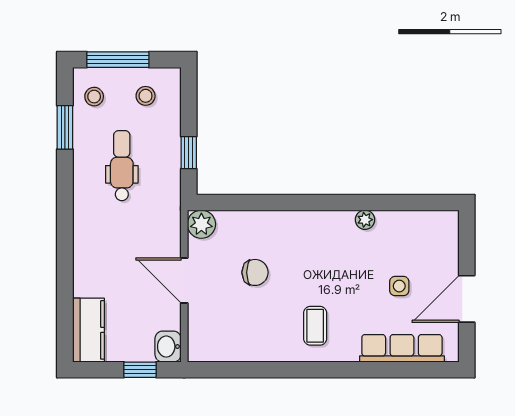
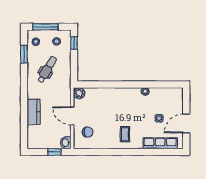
window: (189, 153) -> (74, 43), moved
dental chair: (122, 166) -> (47, 70), turned 30
chair: (255, 272) -> (88, 132), moved
kitchen counter: (88, 330) -> (34, 112), moved

